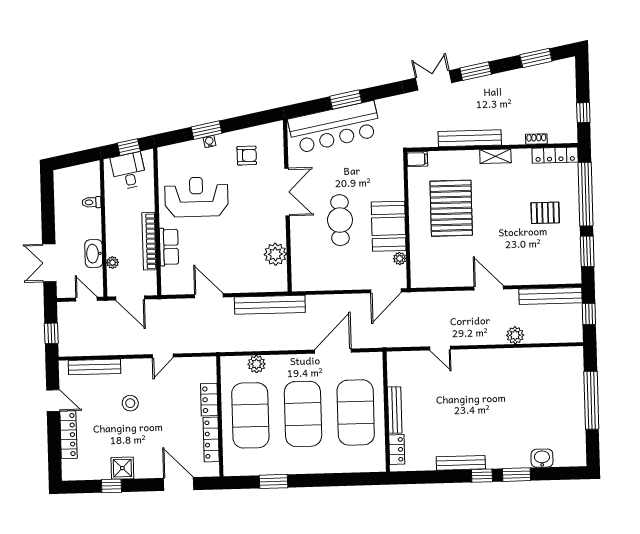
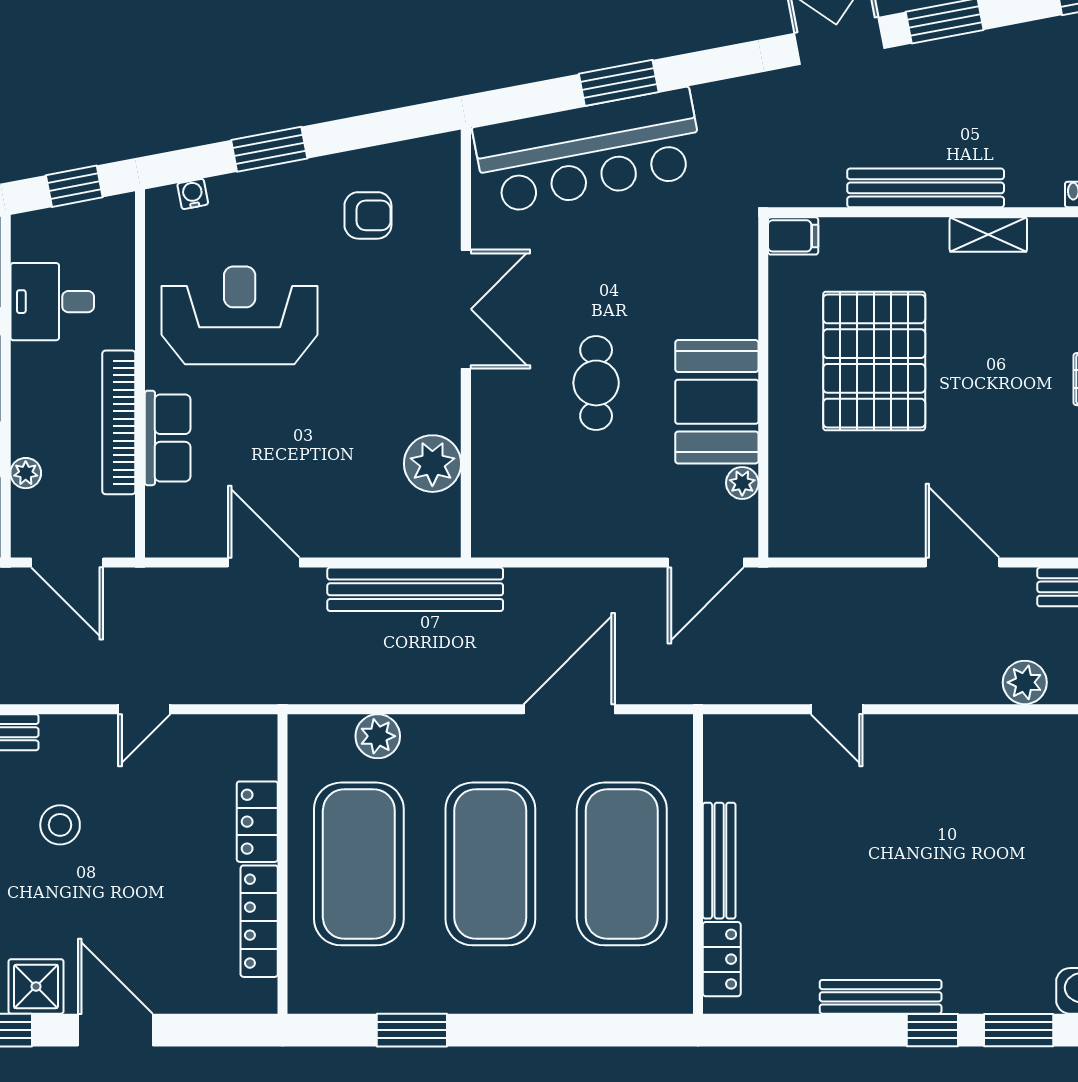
water cooler: (209, 142) -> (193, 194), moved
desk: (129, 171) -> (52, 302), moved, turned -79
cafe table: (340, 220) -> (596, 383), width x0.73, depth x0.74
door: (179, 484) -> (115, 1030), moved

